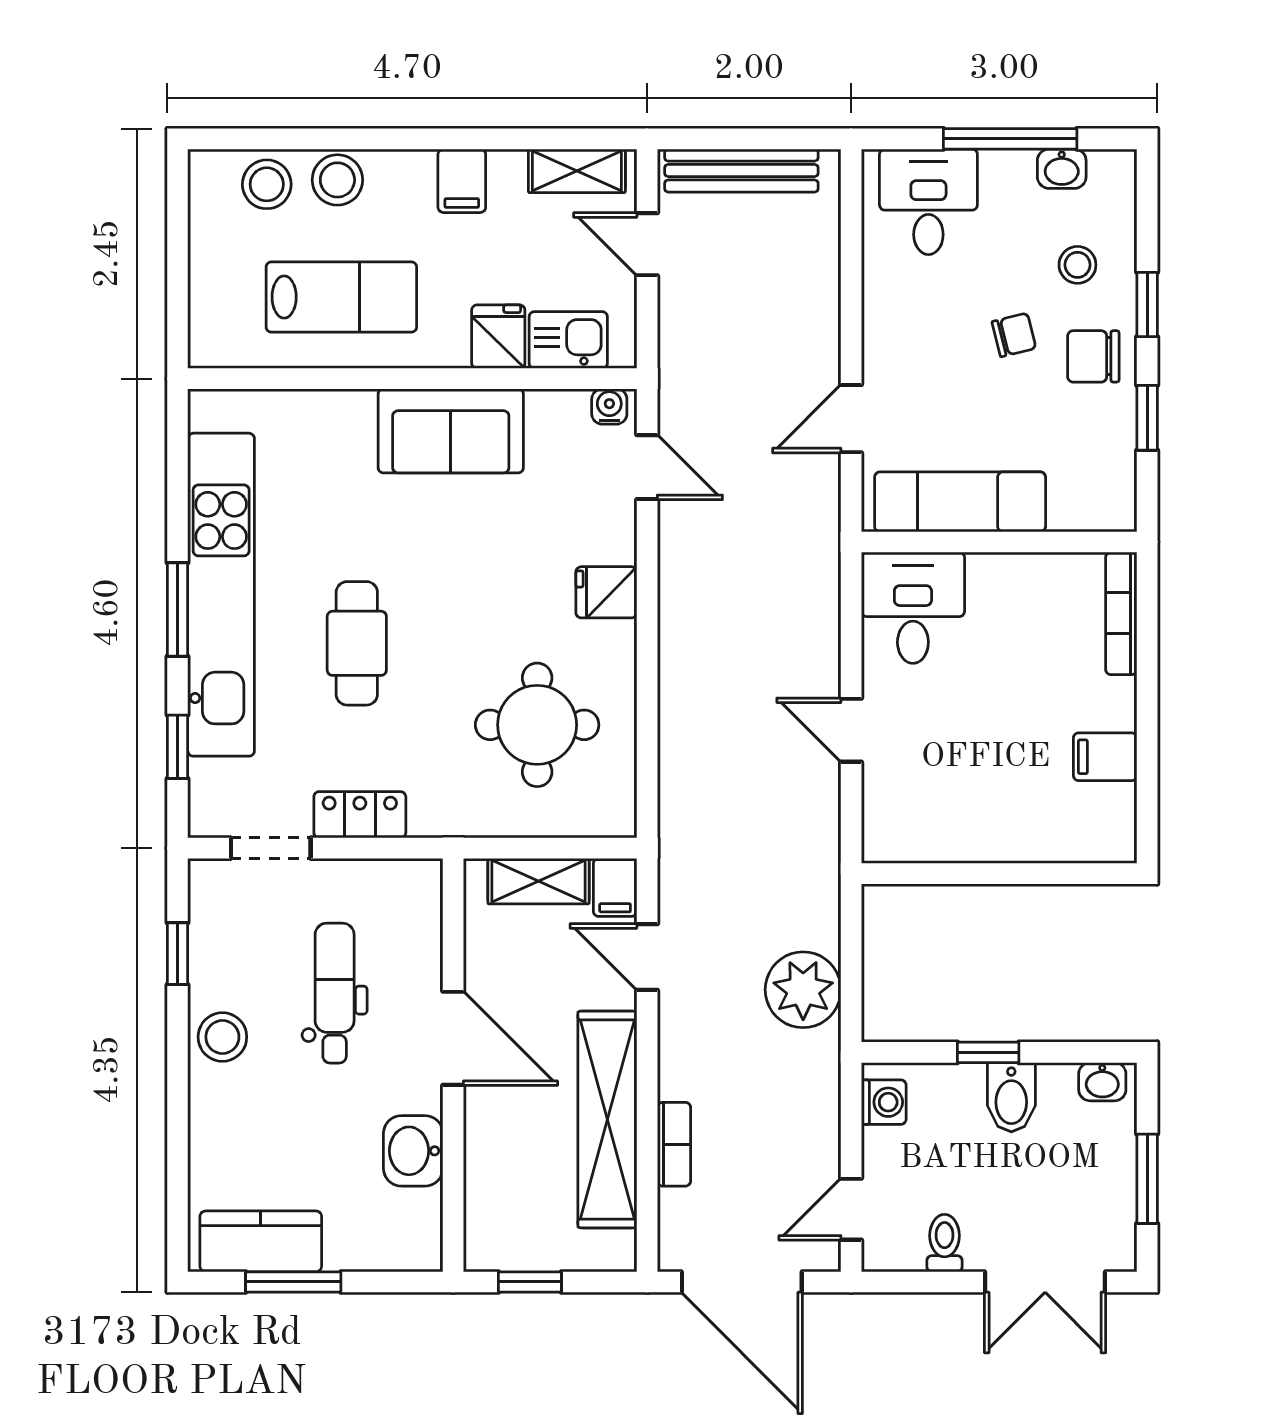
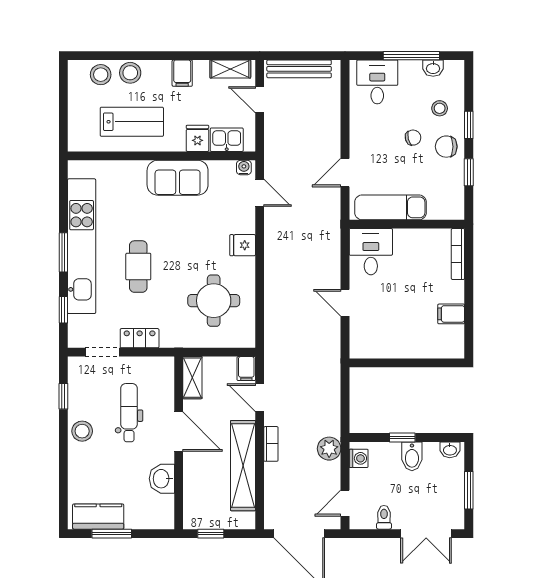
shelving: (539, 881) -> (192, 378), moved, turned 90
plant: (803, 990) -> (329, 449), moved, width x0.73, depth x0.73
bookcase: (674, 1144) -> (271, 444), moved

